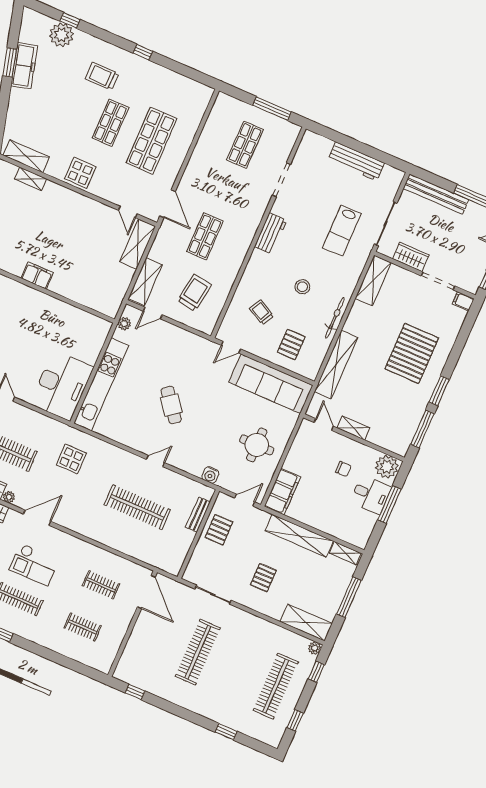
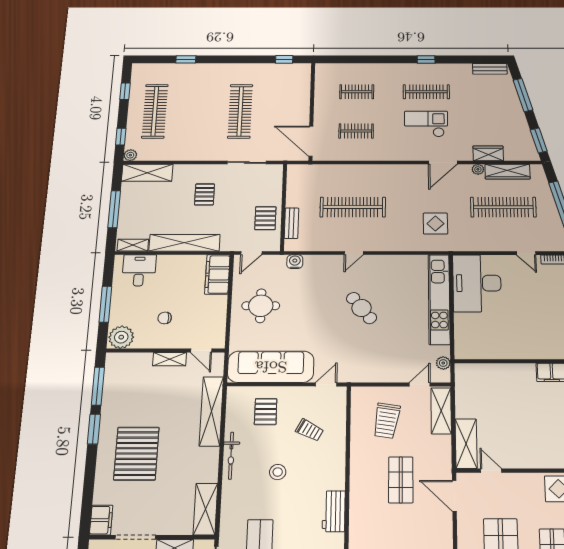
filing cabinet: (463, 301) -> (101, 520), width x2.00
desk: (371, 495) -> (139, 270), moved, turned 90

